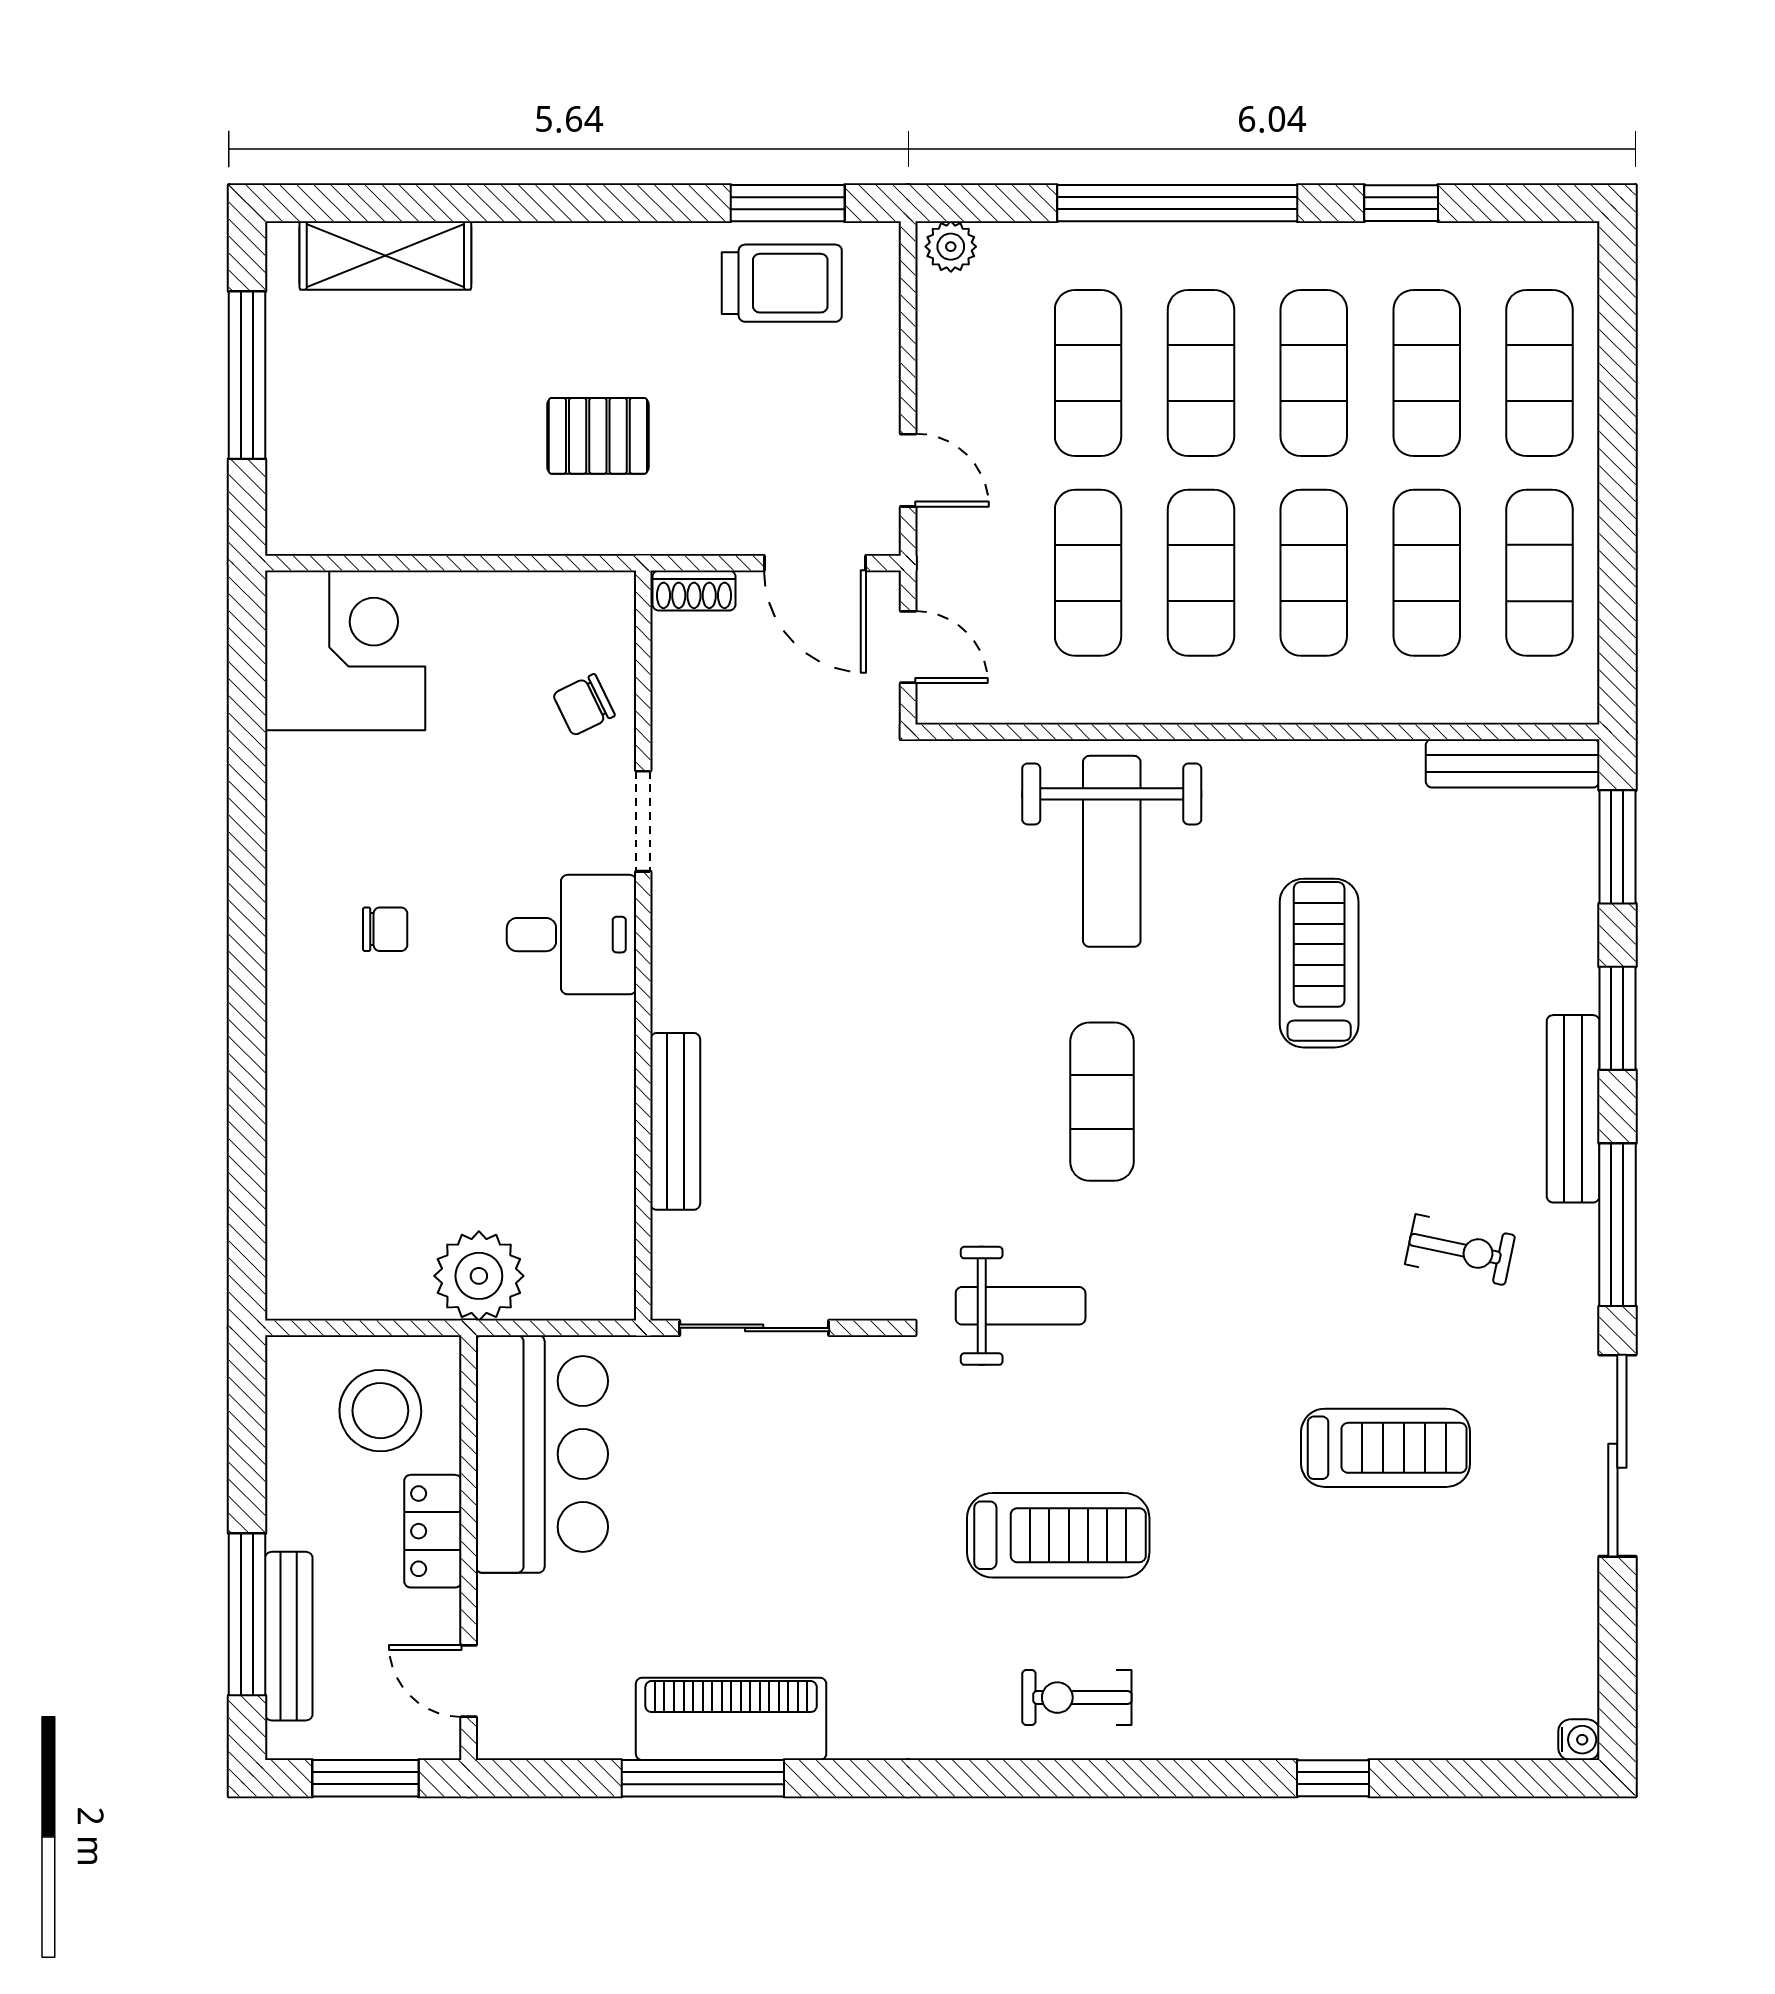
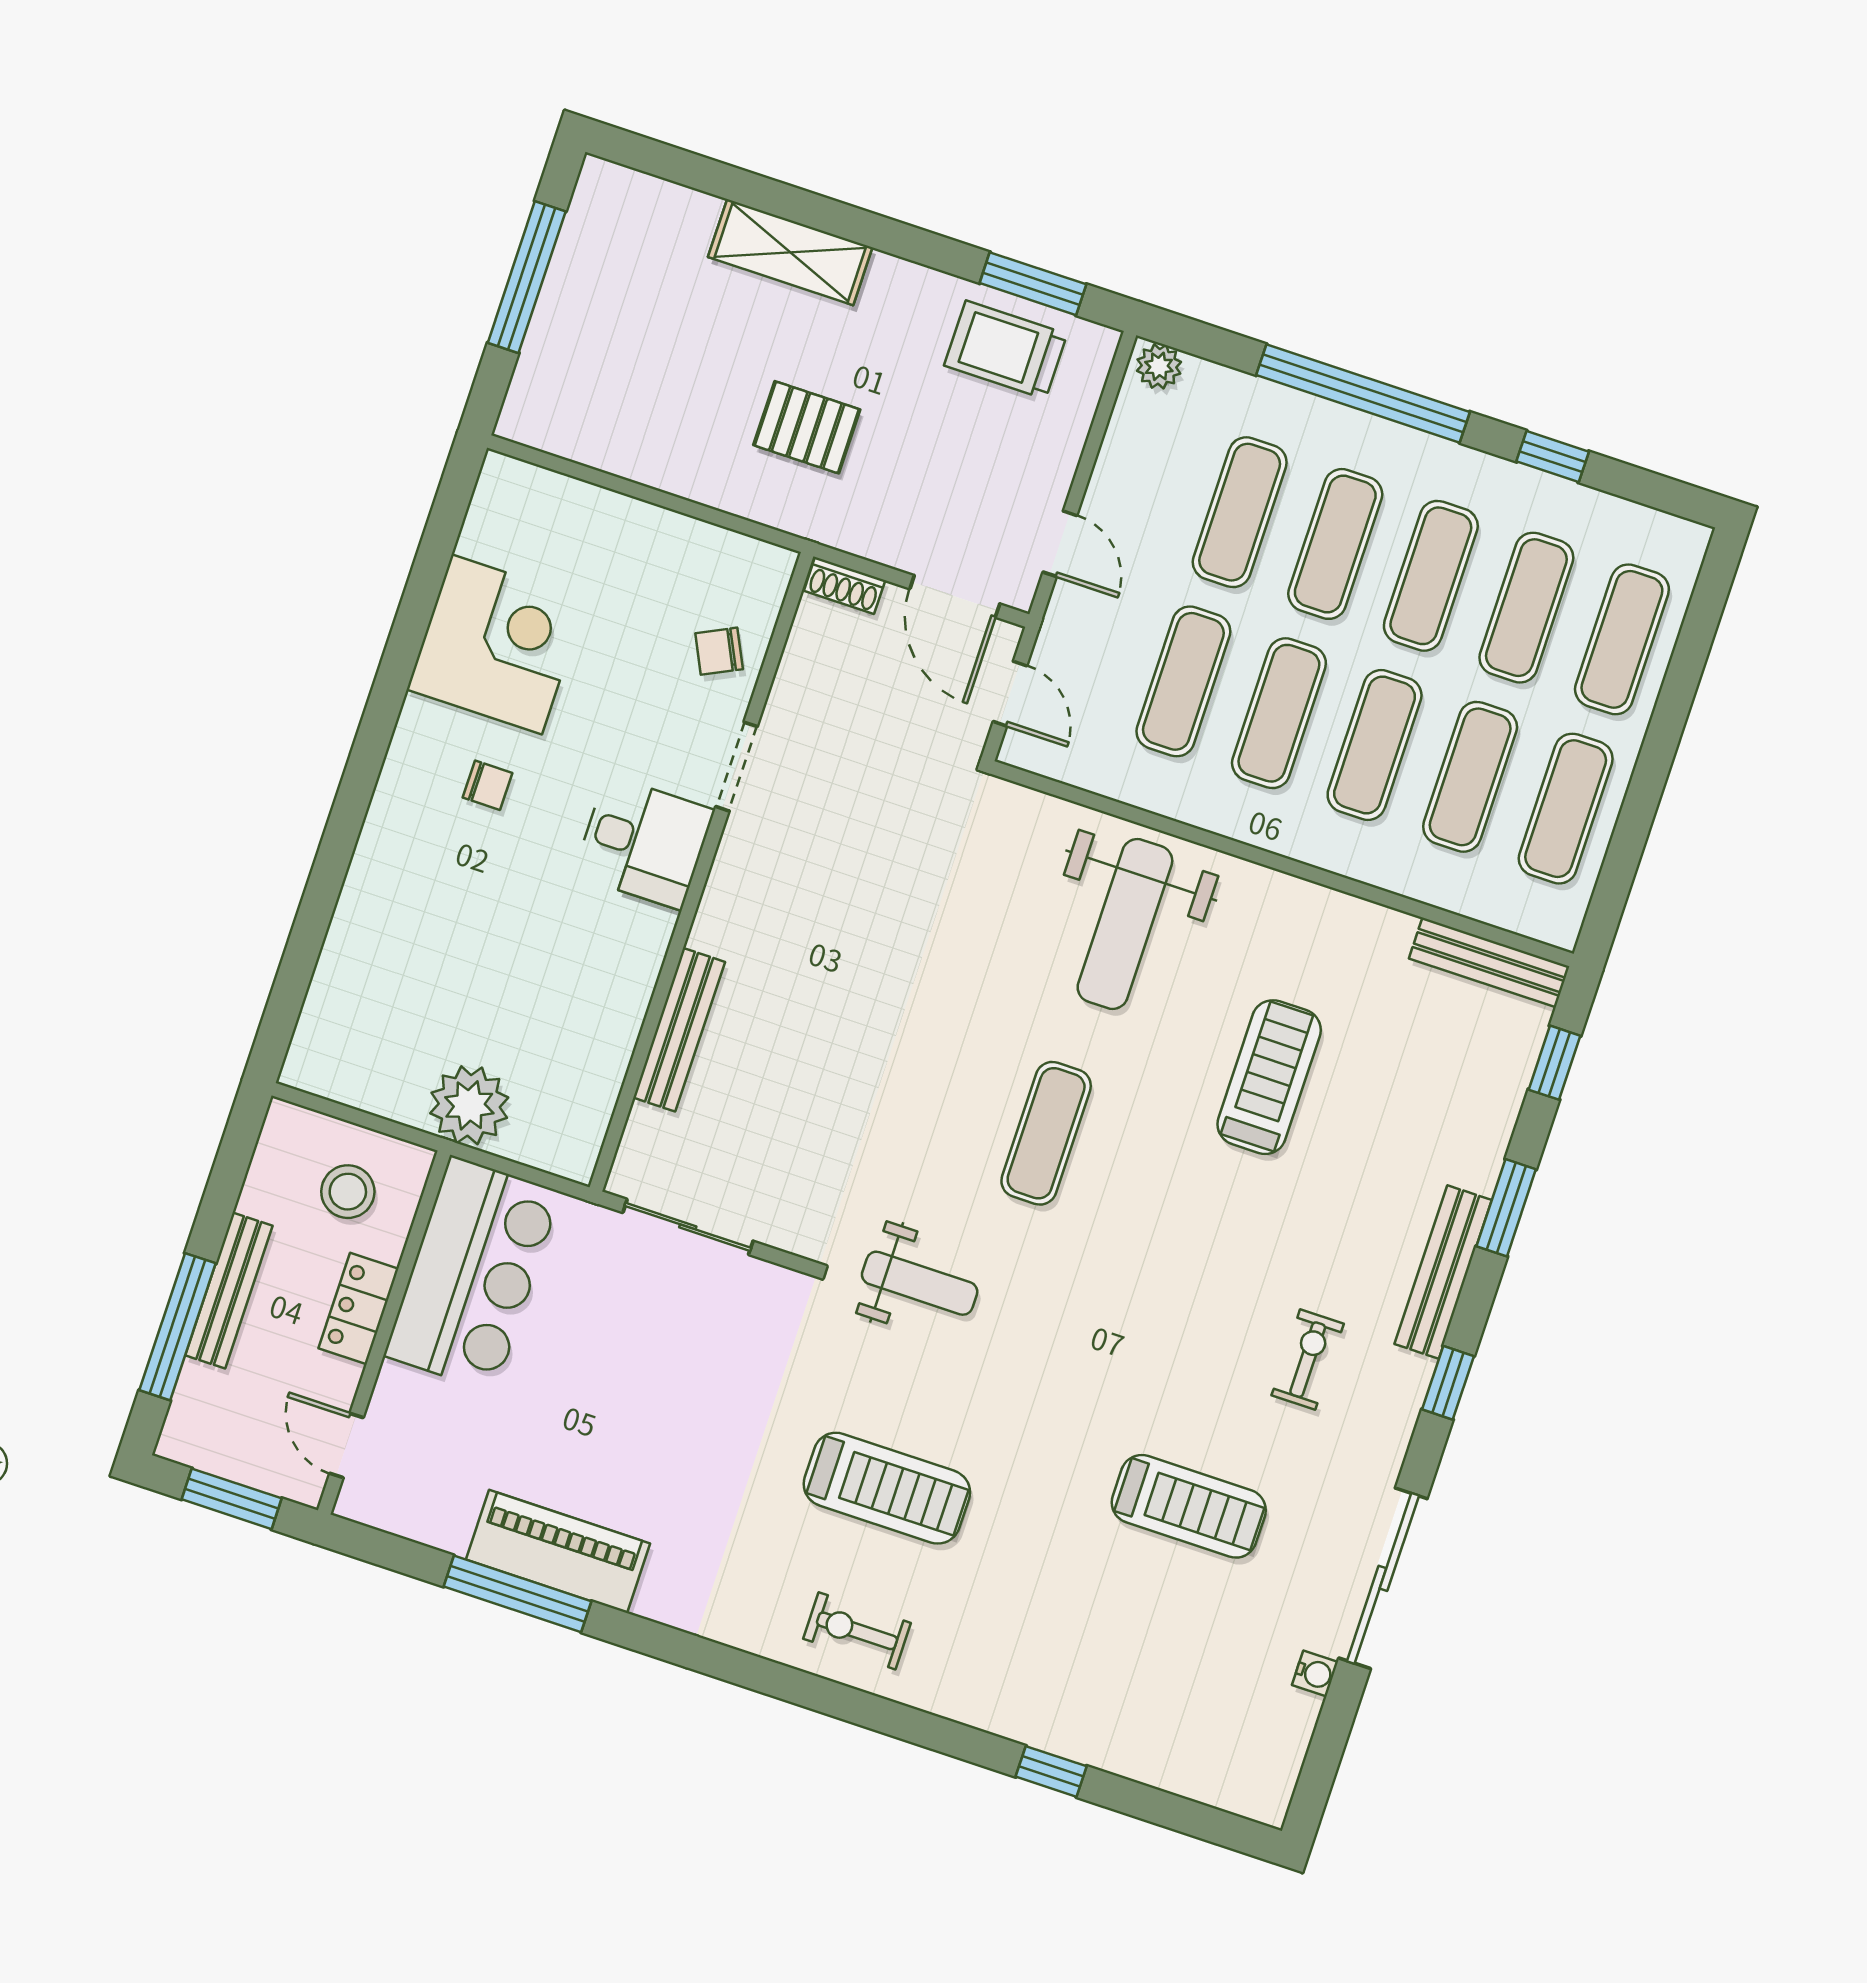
shelving: (385, 255) -> (790, 252), moved
trolley: (782, 283) -> (1006, 350), turned 180
corner desk: (345, 650) -> (497, 644), moved
window: (1617, 847) -> (1554, 1063), width x0.67
window: (1617, 1225) -> (1448, 1383), width x0.46
exercise bike: (1460, 1250) -> (1308, 1360), turned -102
stool: (380, 1411) -> (348, 1192), width x0.73, depth x0.73
bench: (289, 1636) -> (229, 1290), moved
water cooler: (1579, 1740) -> (1315, 1674), moved

